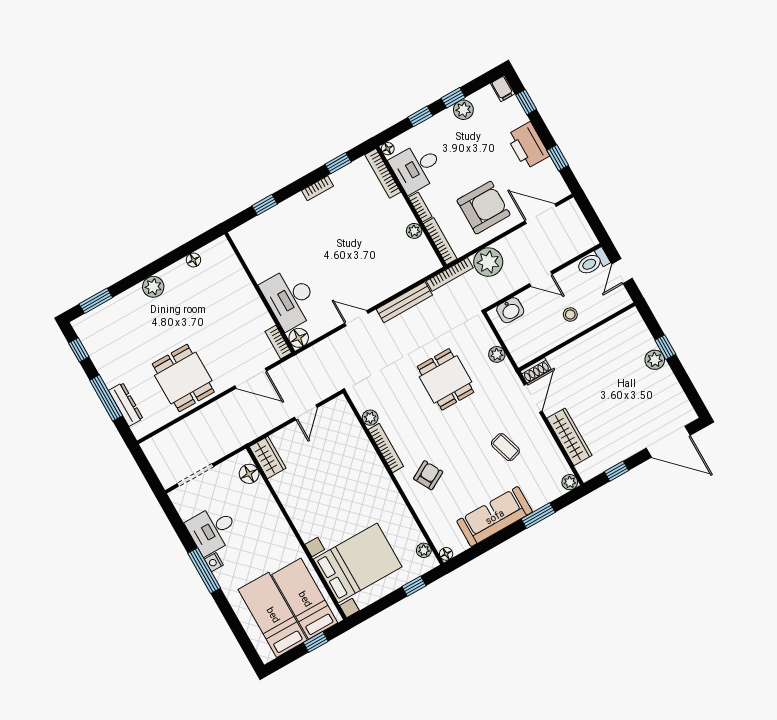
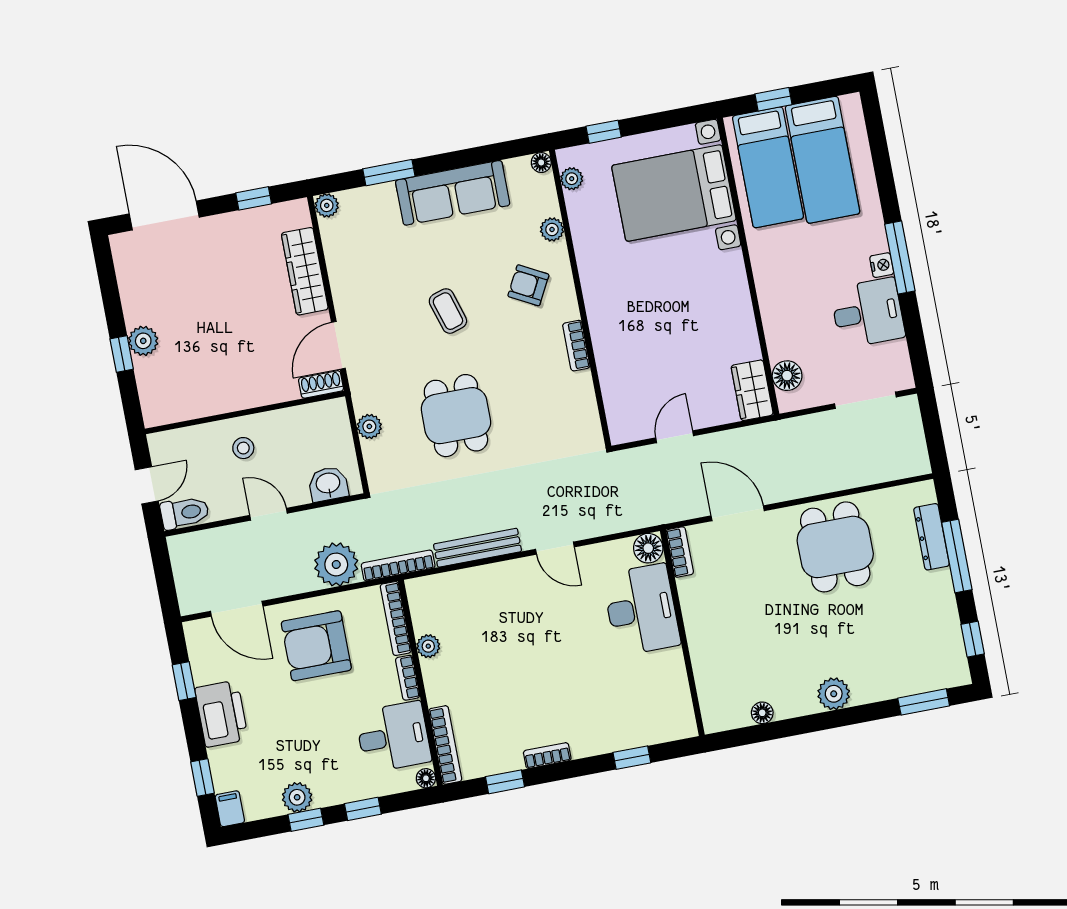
plant: (370, 418) -> (552, 229), moved
coffee table: (505, 447) -> (448, 311), moved
bookcase: (386, 448) -> (576, 346), width x0.64
armchair: (428, 475) -> (528, 285), turned 57

